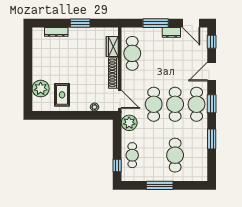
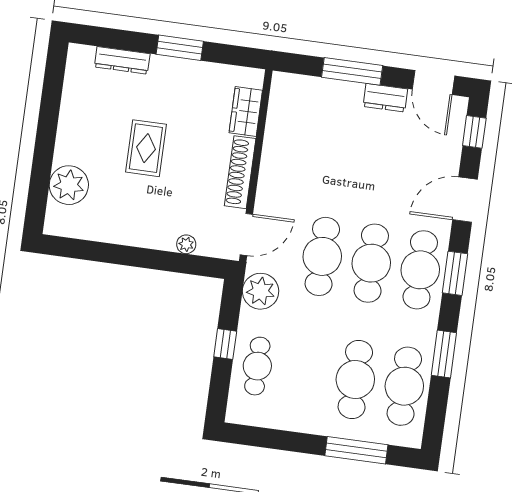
cafe table: (132, 53) -> (404, 386), moved
rug: (62, 95) -> (146, 148), moved
door: (120, 99) -> (246, 234), hinge flipped
window: (117, 166) -> (225, 344), moved
window: (160, 185) -> (356, 450), moved

